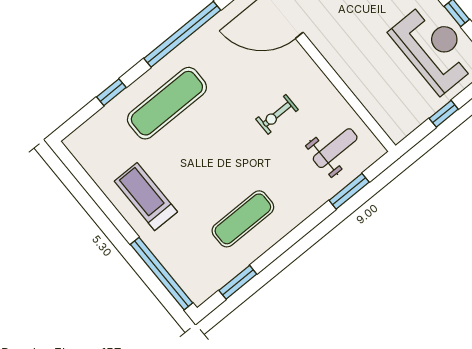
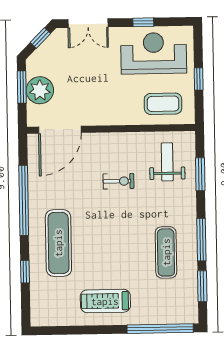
coffee table: (390, 98) -> (163, 104), added
exercise bike: (277, 114) -> (118, 181), turned -90
window: (284, 244) -> (201, 240), added

